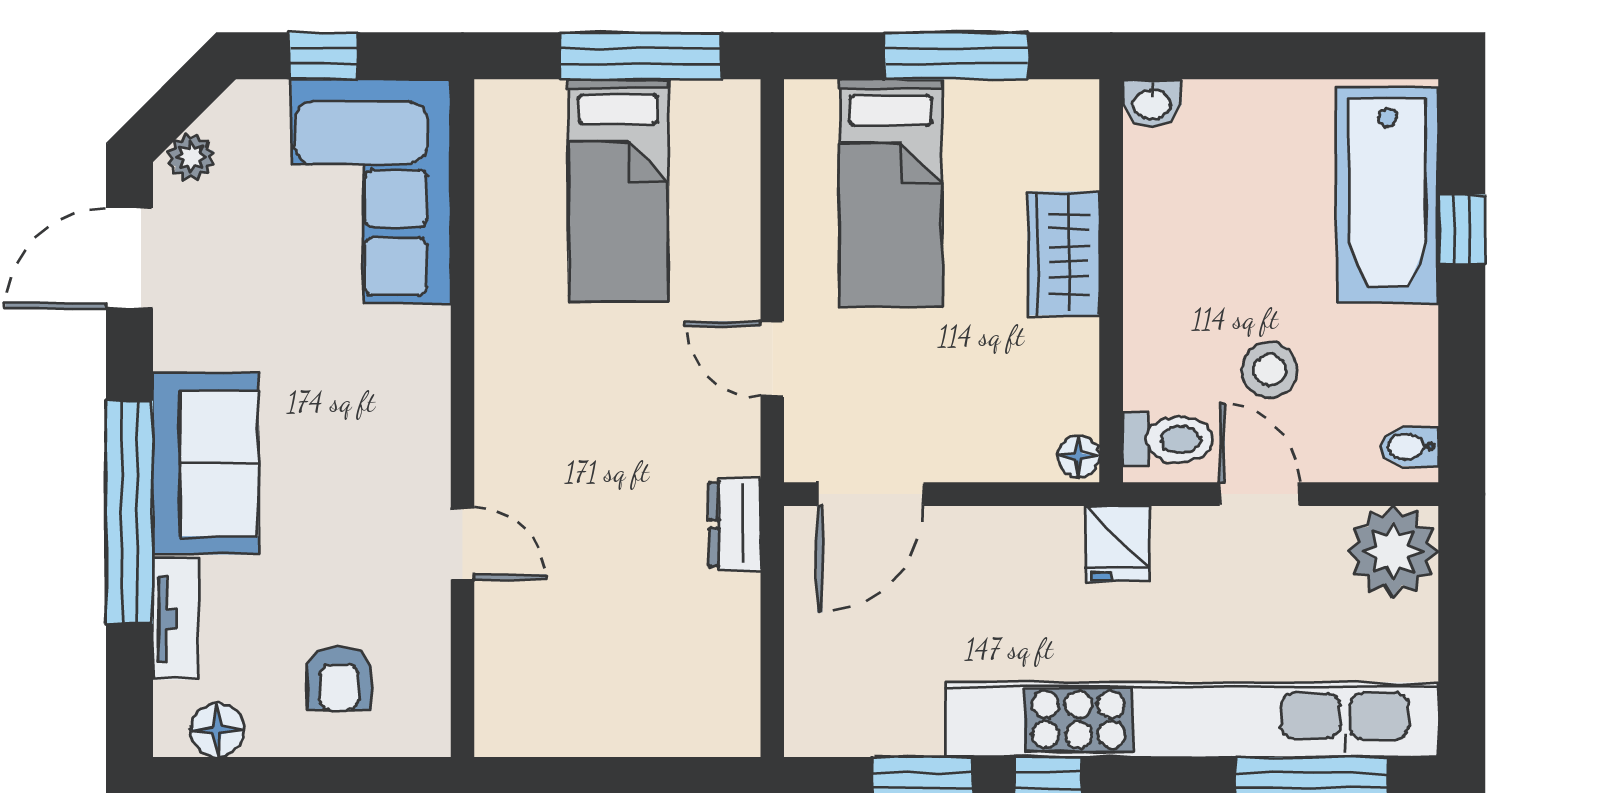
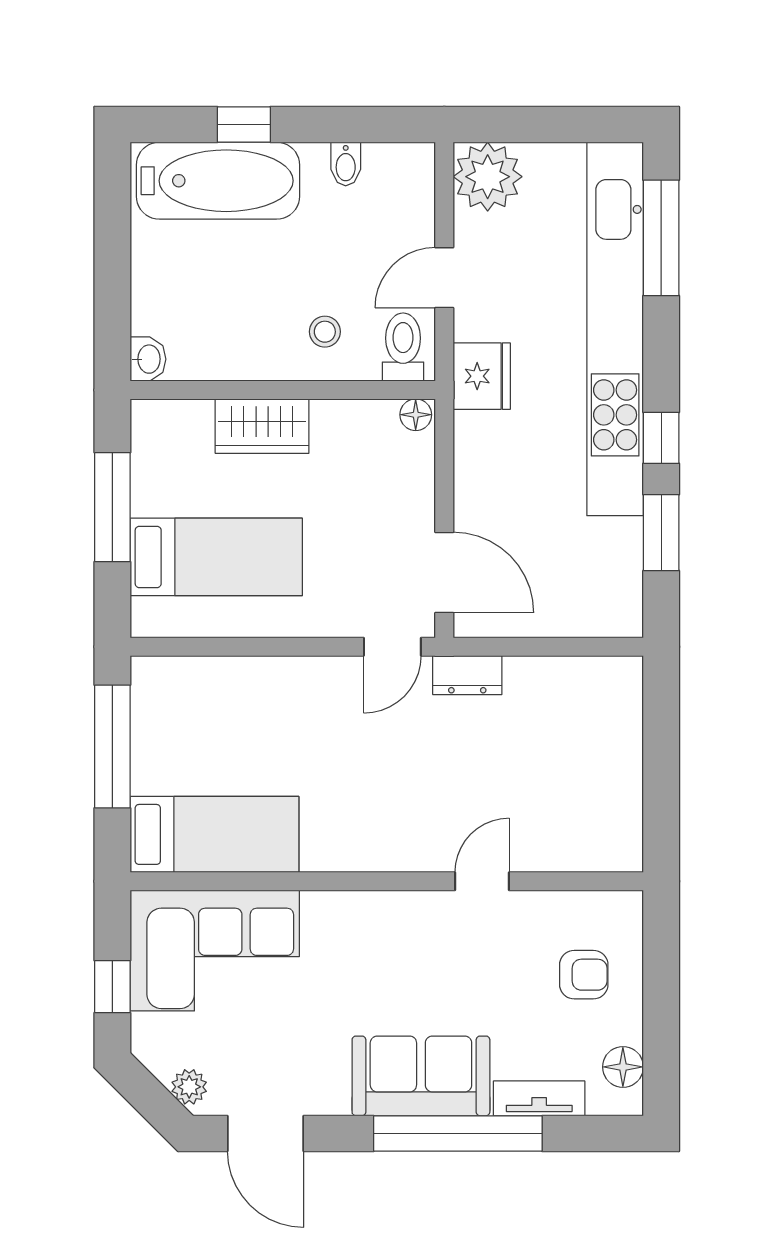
bed: (618, 191) -> (214, 834), moved
door: (772, 359) -> (392, 647), moved
stool: (1270, 370) -> (325, 332), moved, width x0.73, depth x0.73
bidet: (1410, 446) -> (346, 164), moved
fridge: (1117, 544) -> (482, 376), width x1.38

